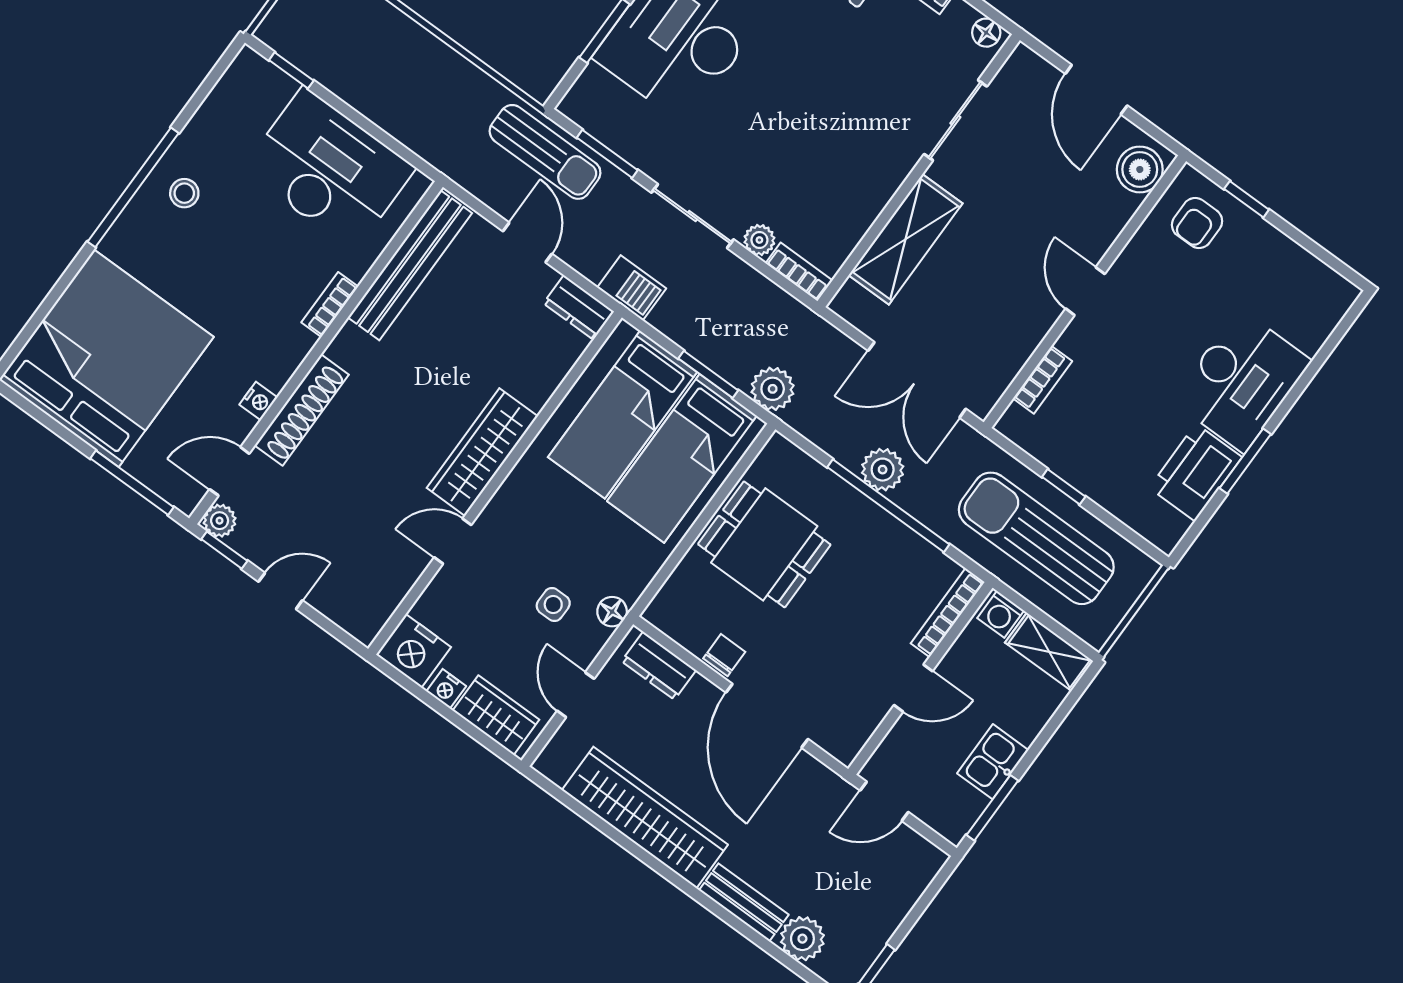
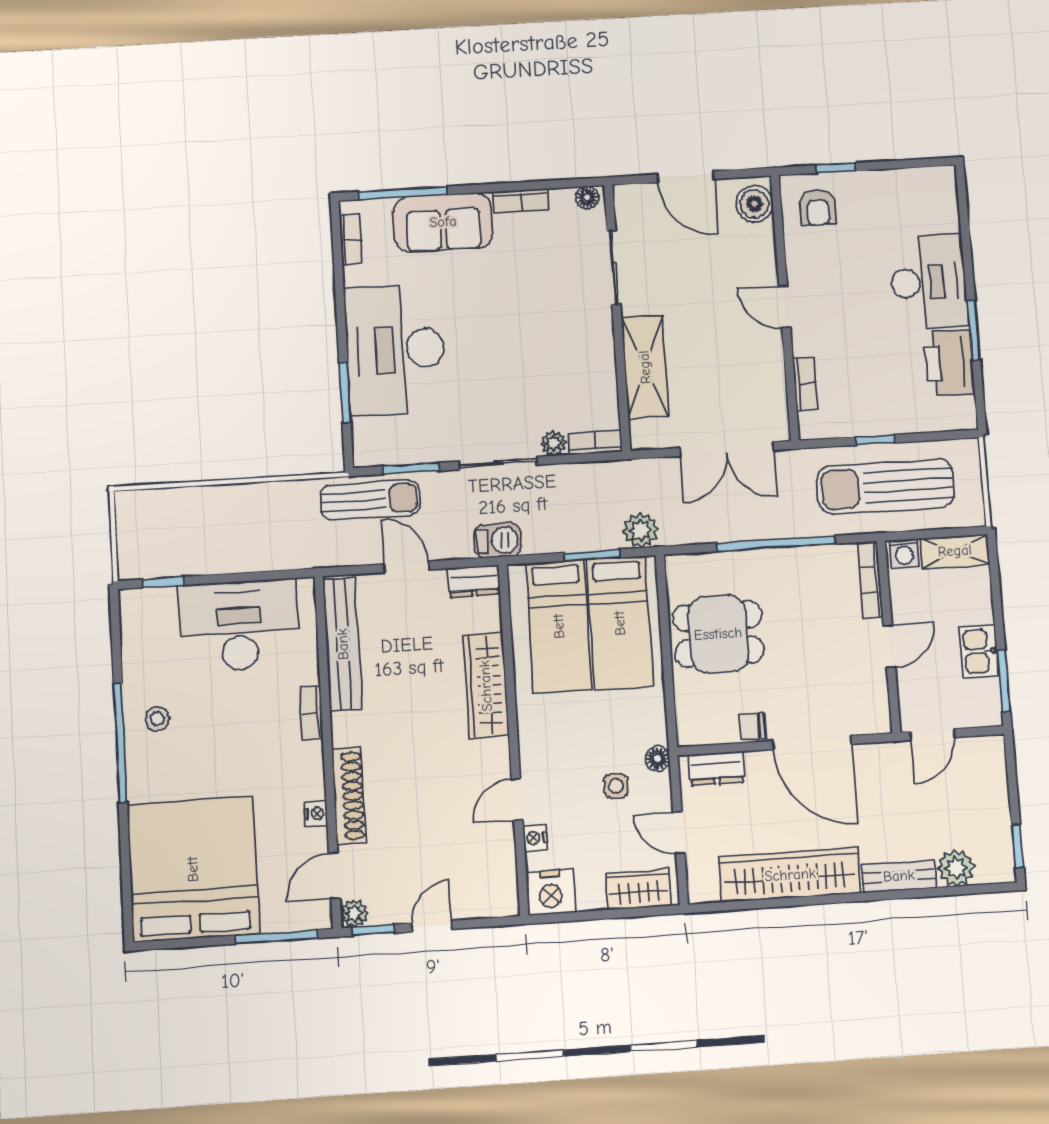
wardrobe: (482, 452) -> (486, 686), moved
plant: (883, 470) -> (753, 524), removed
chair: (724, 655) -> (752, 726), turned -90
nightstand: (446, 689) -> (535, 838), moved, turned 90

